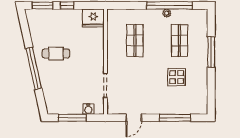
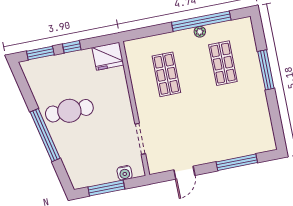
cafe table: (56, 54) -> (69, 111), width x1.37, depth x1.35
display table: (177, 77) -> (228, 110), removed

